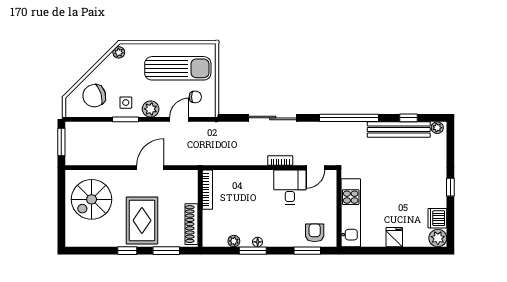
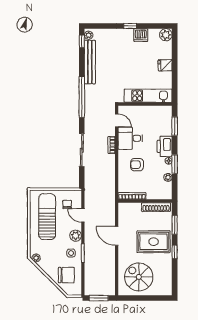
chair: (94, 96) -> (66, 275), turned -72
window: (408, 118) -> (82, 41), moved
spiral stairs: (92, 199) -> (139, 277), turned 180
dishwasher: (437, 218) -> (141, 35), moved
armchair: (315, 233) -> (137, 165), moved
printer: (278, 236) -> (165, 146), added

